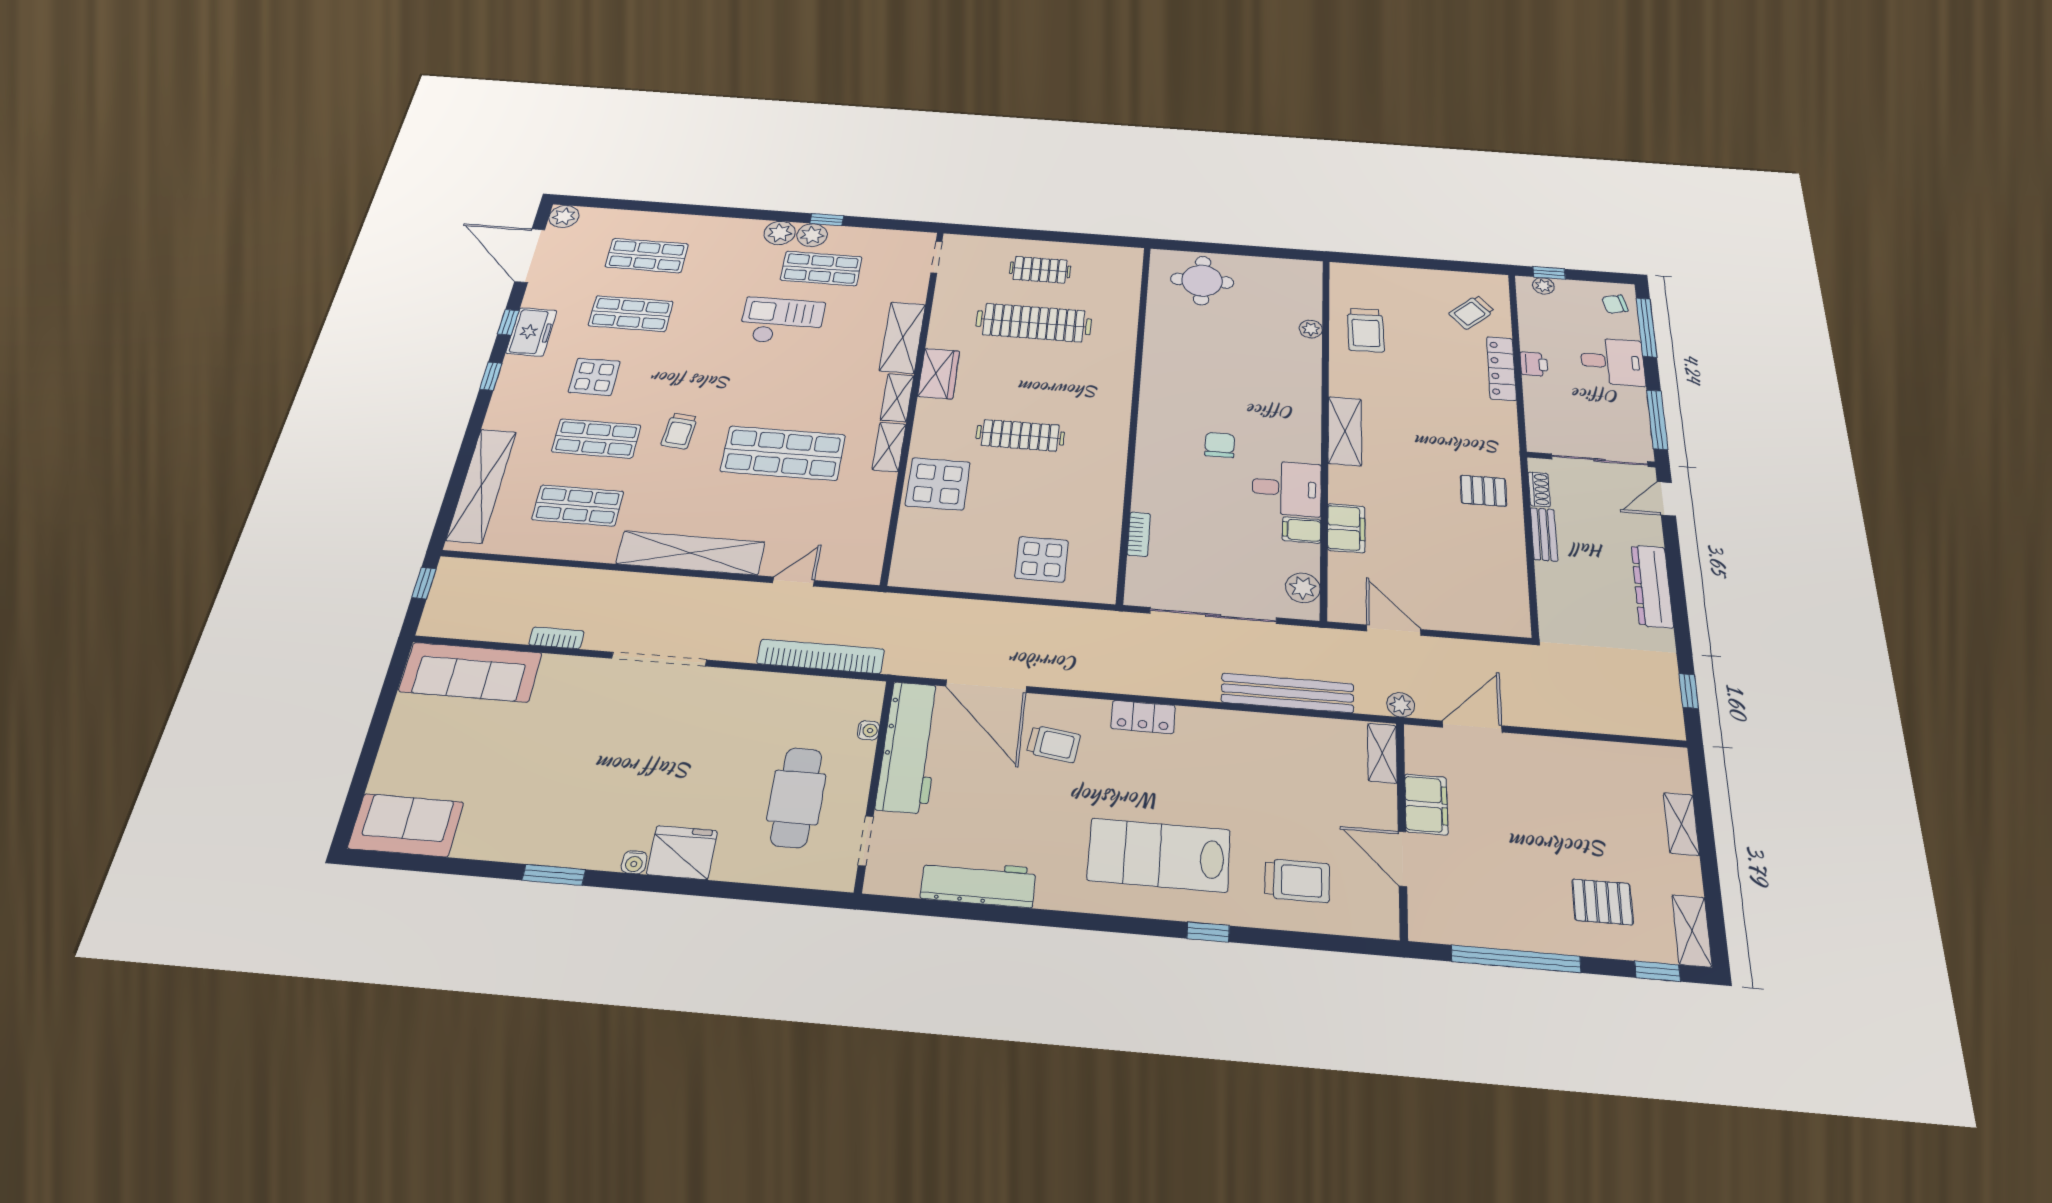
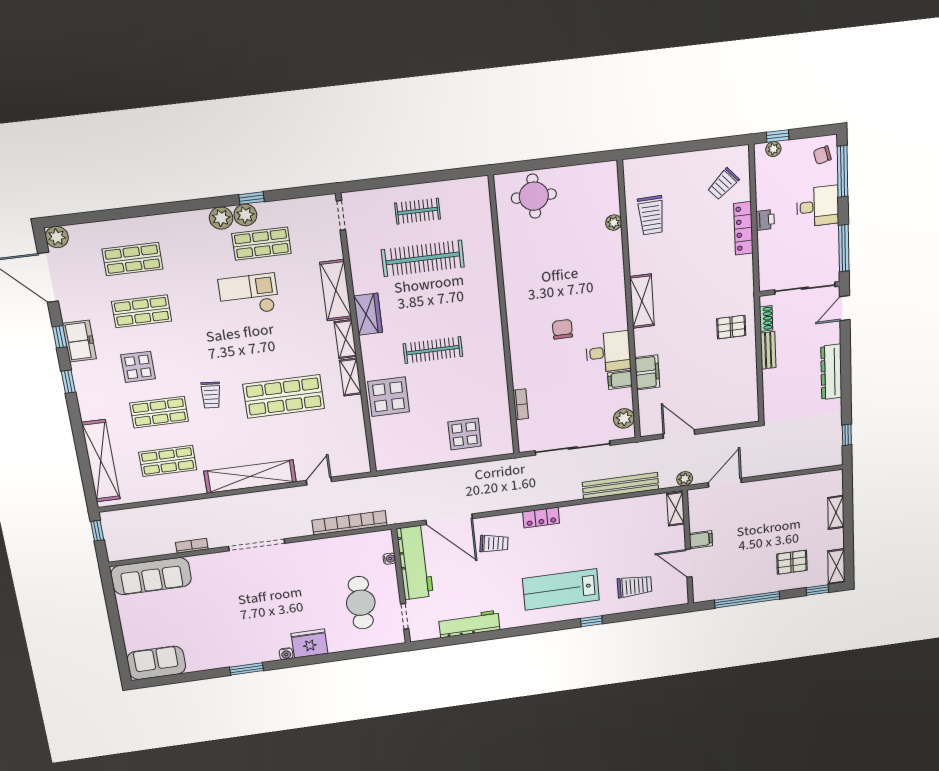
filing cabinet: (1426, 804) -> (701, 540), width x0.50

